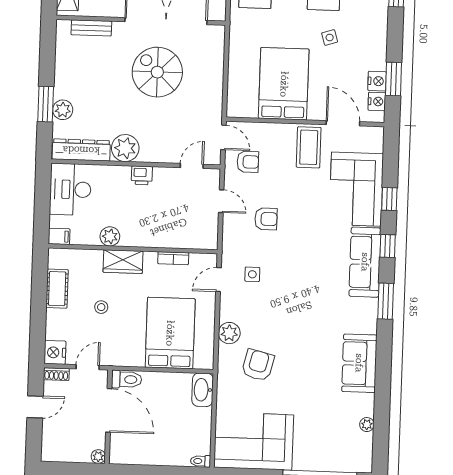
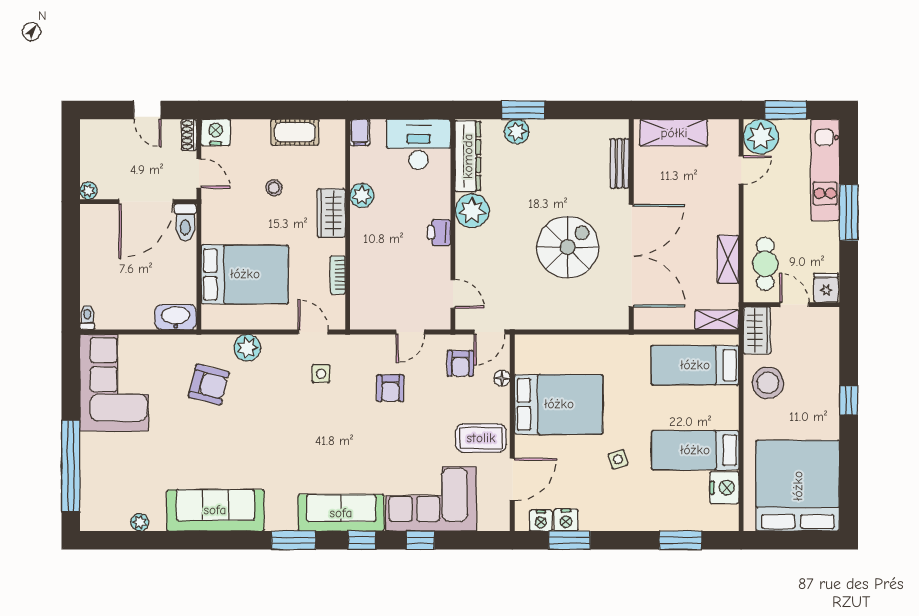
floor lamp: (261, 129) -> (502, 378), added
sofa: (359, 363) -> (215, 510), width x1.36

